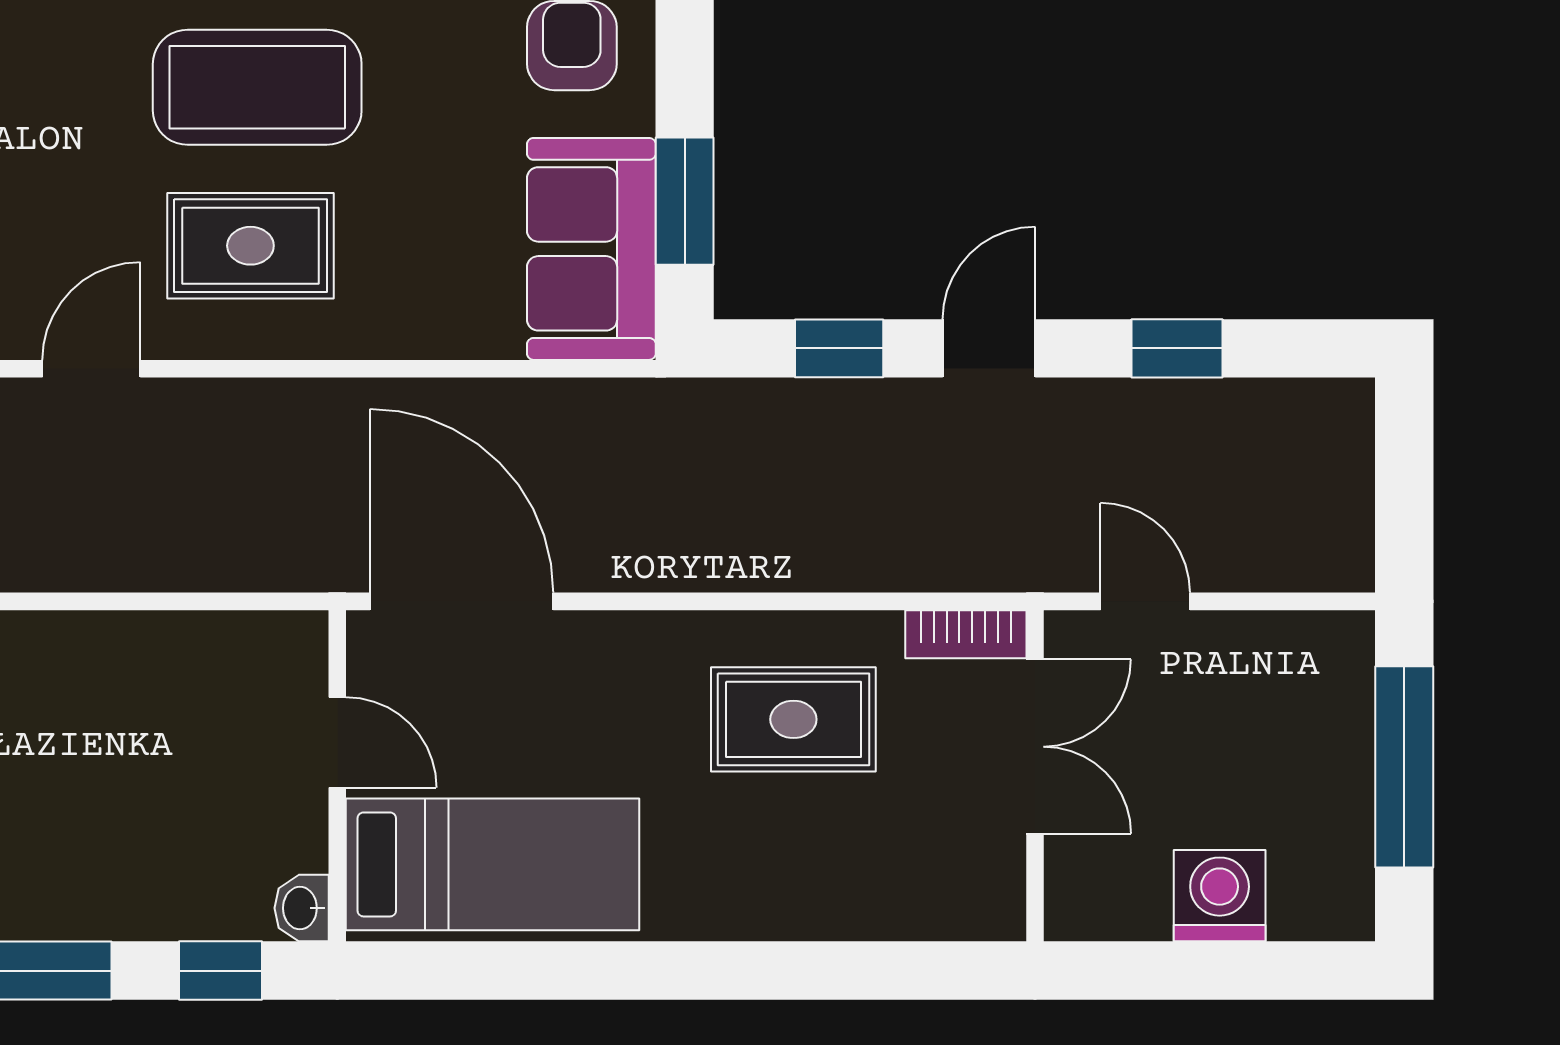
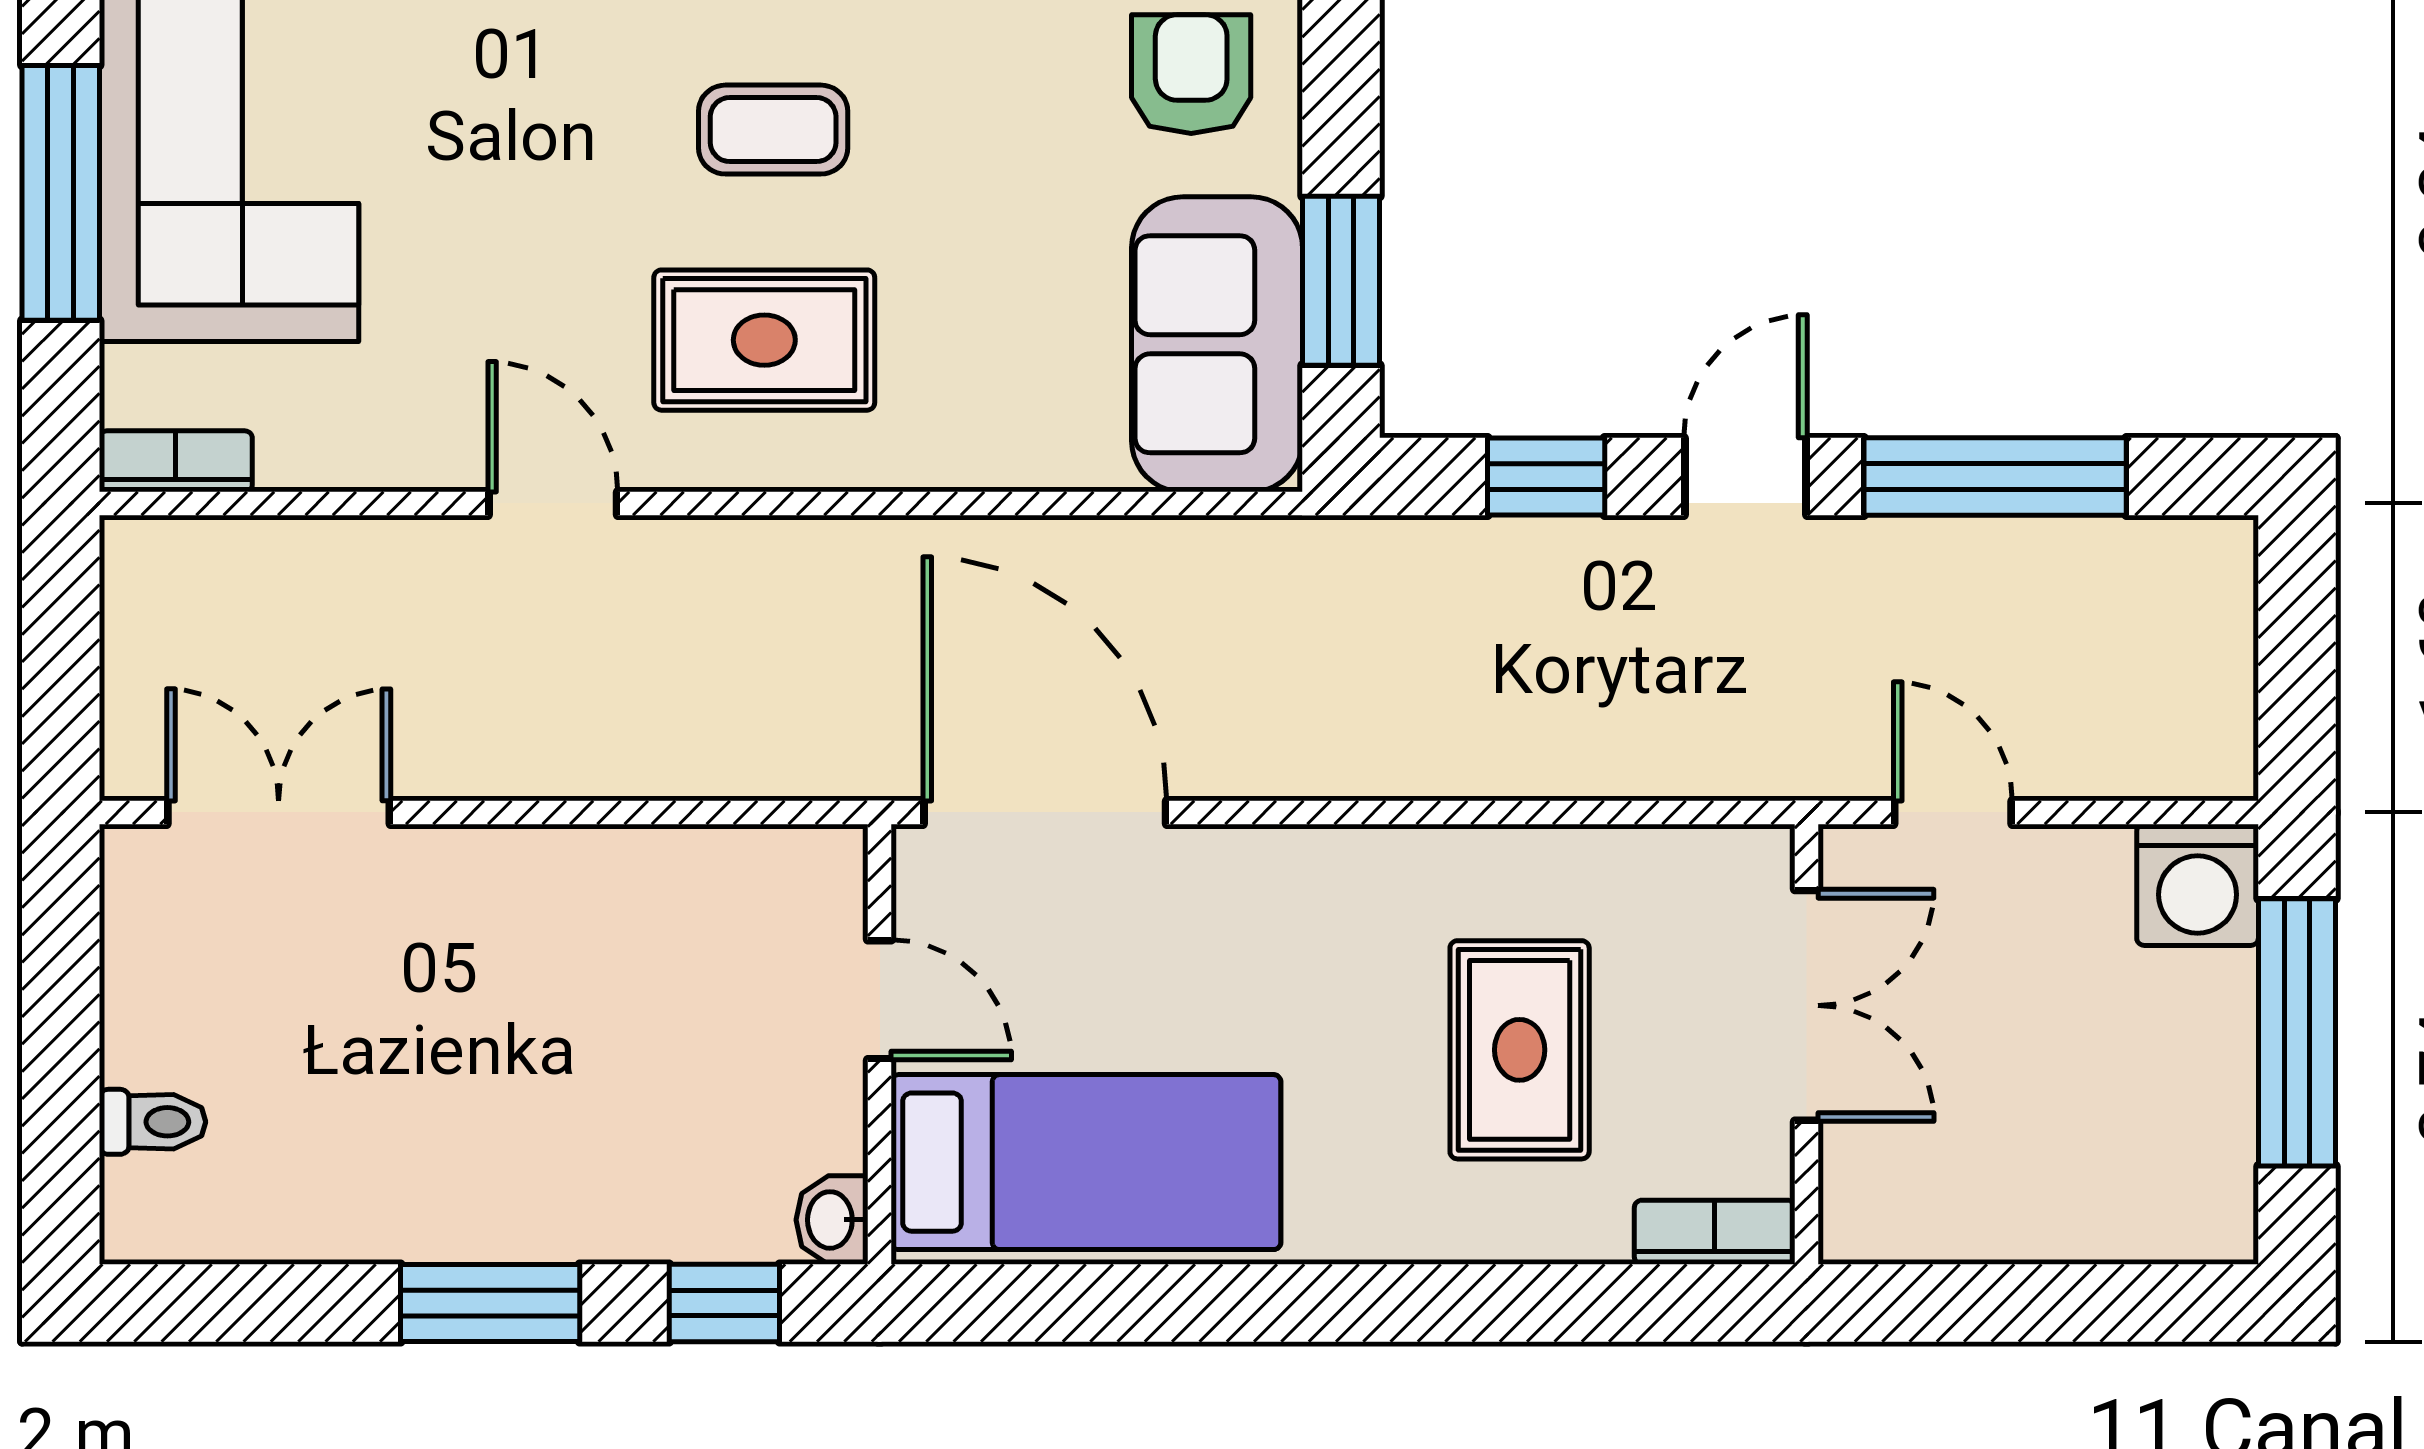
coffee table: (257, 87) -> (773, 130), width x0.54, depth x0.58
window: (1177, 348) -> (1995, 476), width x2.17
door: (91, 369) -> (553, 503), hinge flipped
bookcase: (966, 634) -> (1715, 1232), moved, turned 180
rug: (793, 719) -> (1520, 1050), moved, turned 90
washing machine: (1220, 896) -> (2198, 885), moved, turned 180

